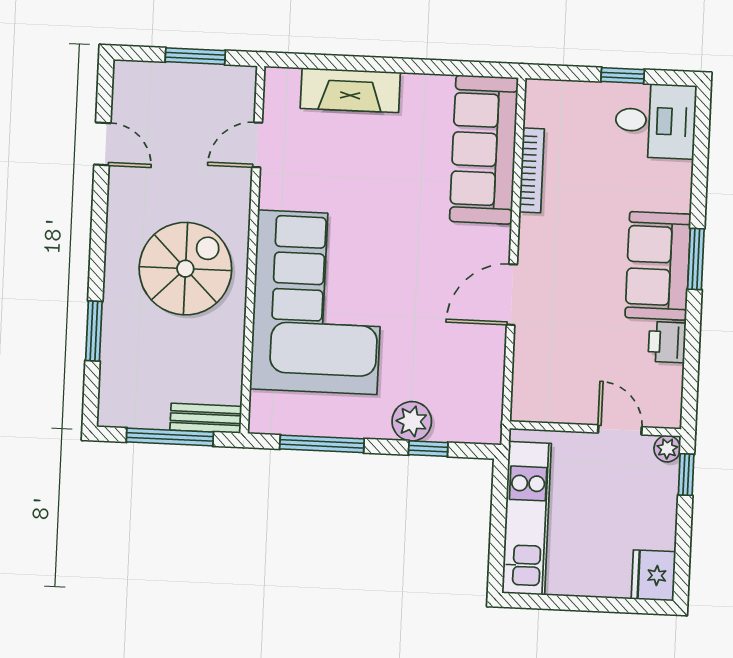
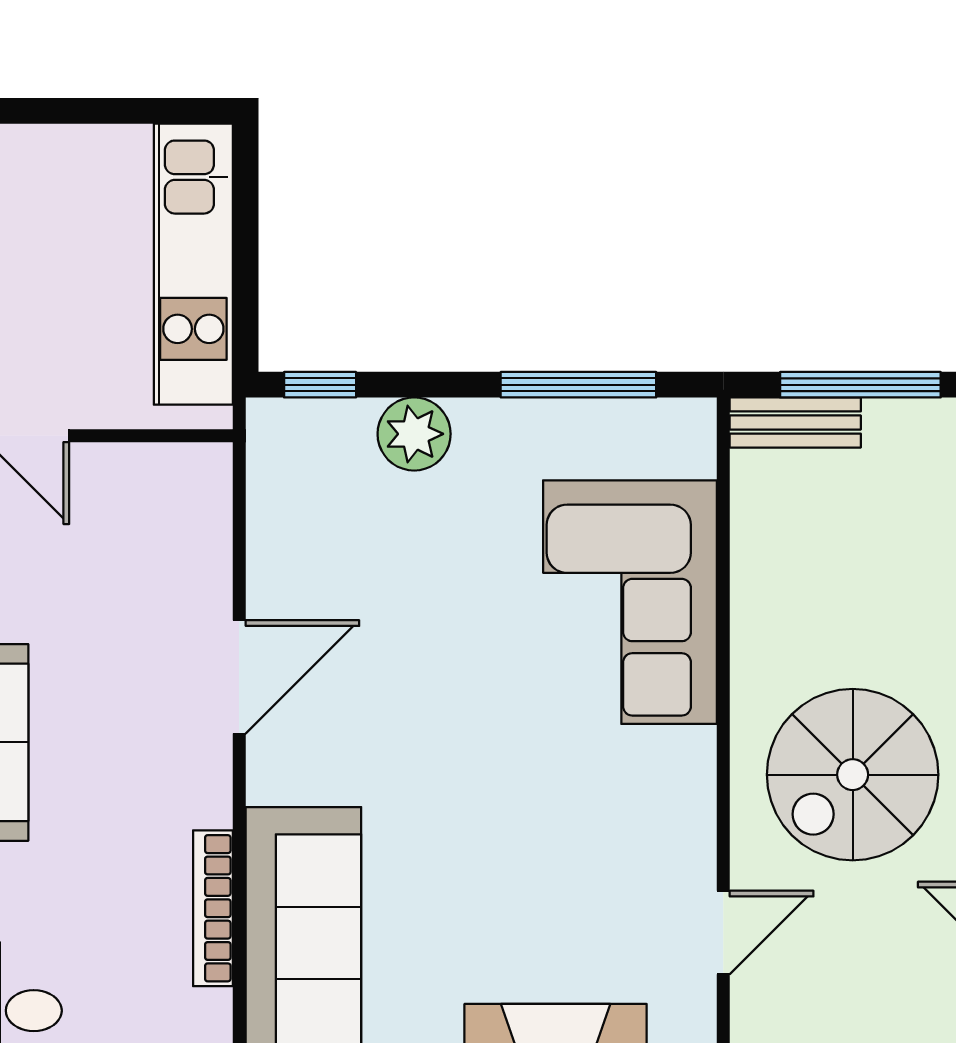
spiral stairs: (185, 269) -> (853, 775), moved
corner sofa: (317, 302) -> (630, 602), width x0.73, depth x0.74
window: (428, 449) -> (320, 385), moved

